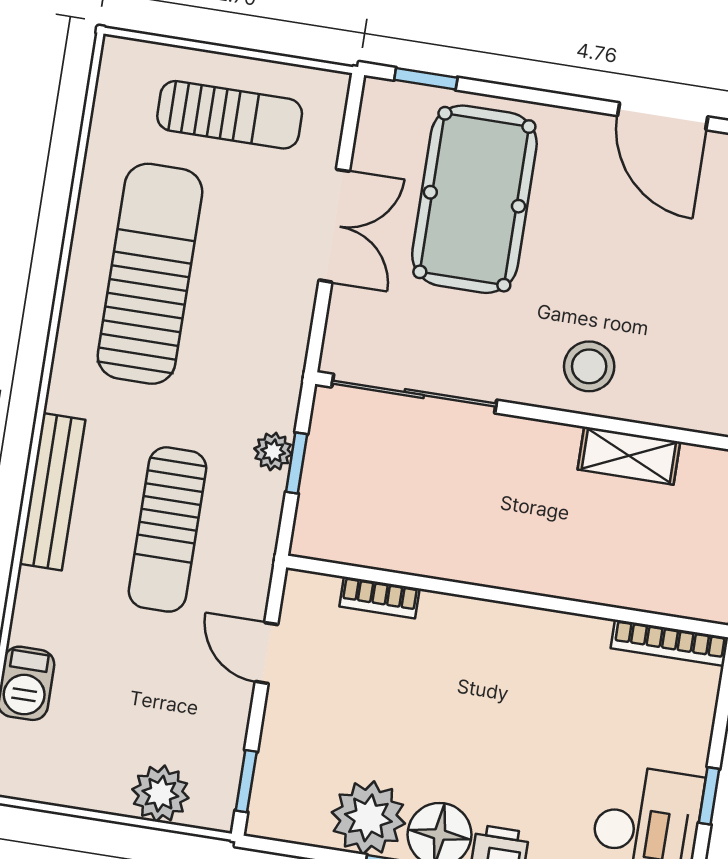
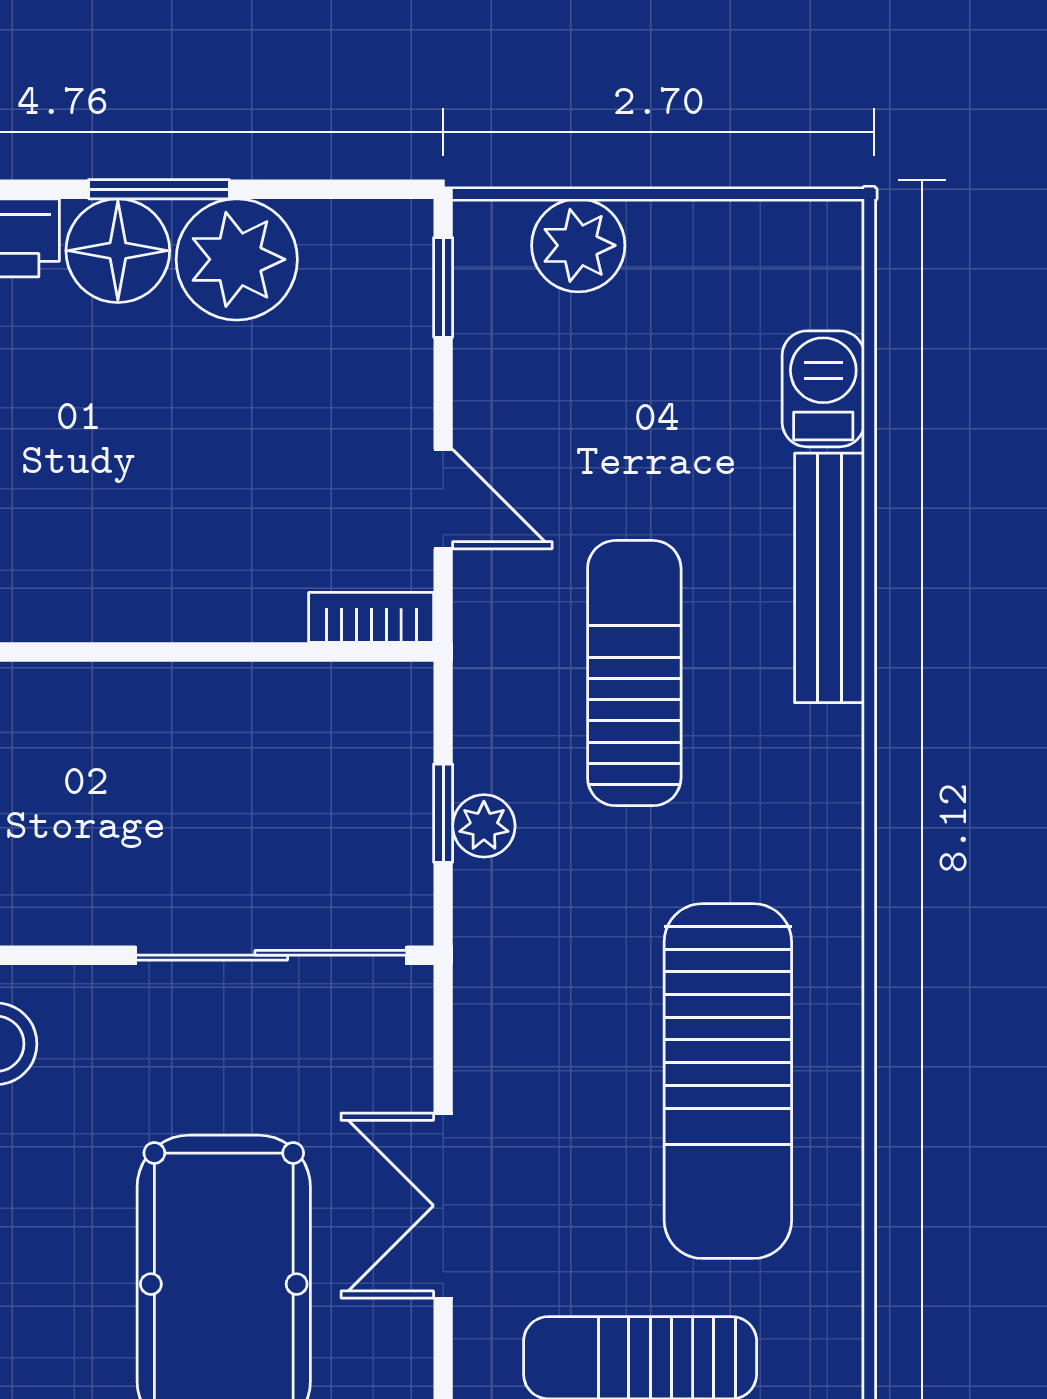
bench: (52, 492) -> (830, 578), moved
bookcase: (380, 598) -> (371, 617), moved

